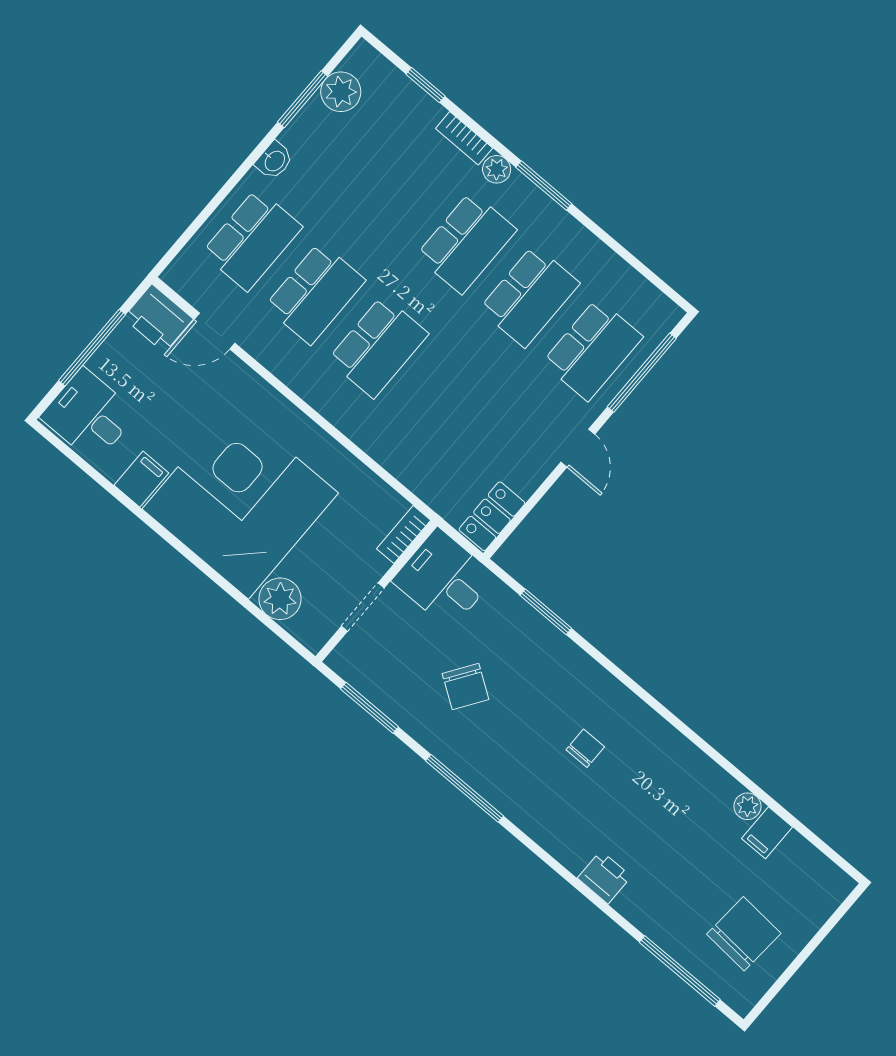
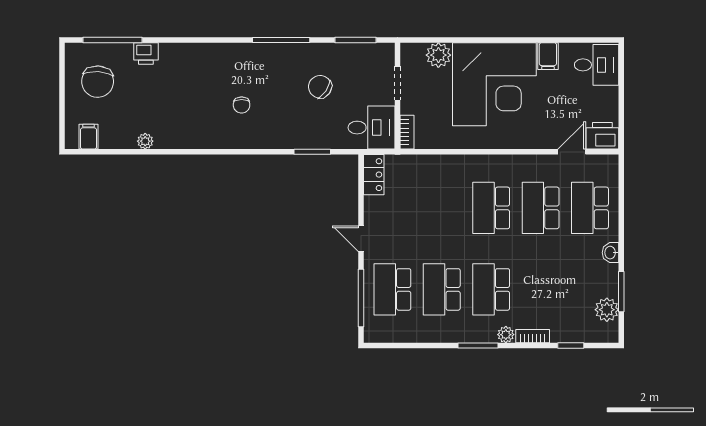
window: (92, 348) -> (621, 97), removed
filing cabinet: (767, 833) -> (88, 137), moved
printer: (604, 877) -> (146, 54), moved

